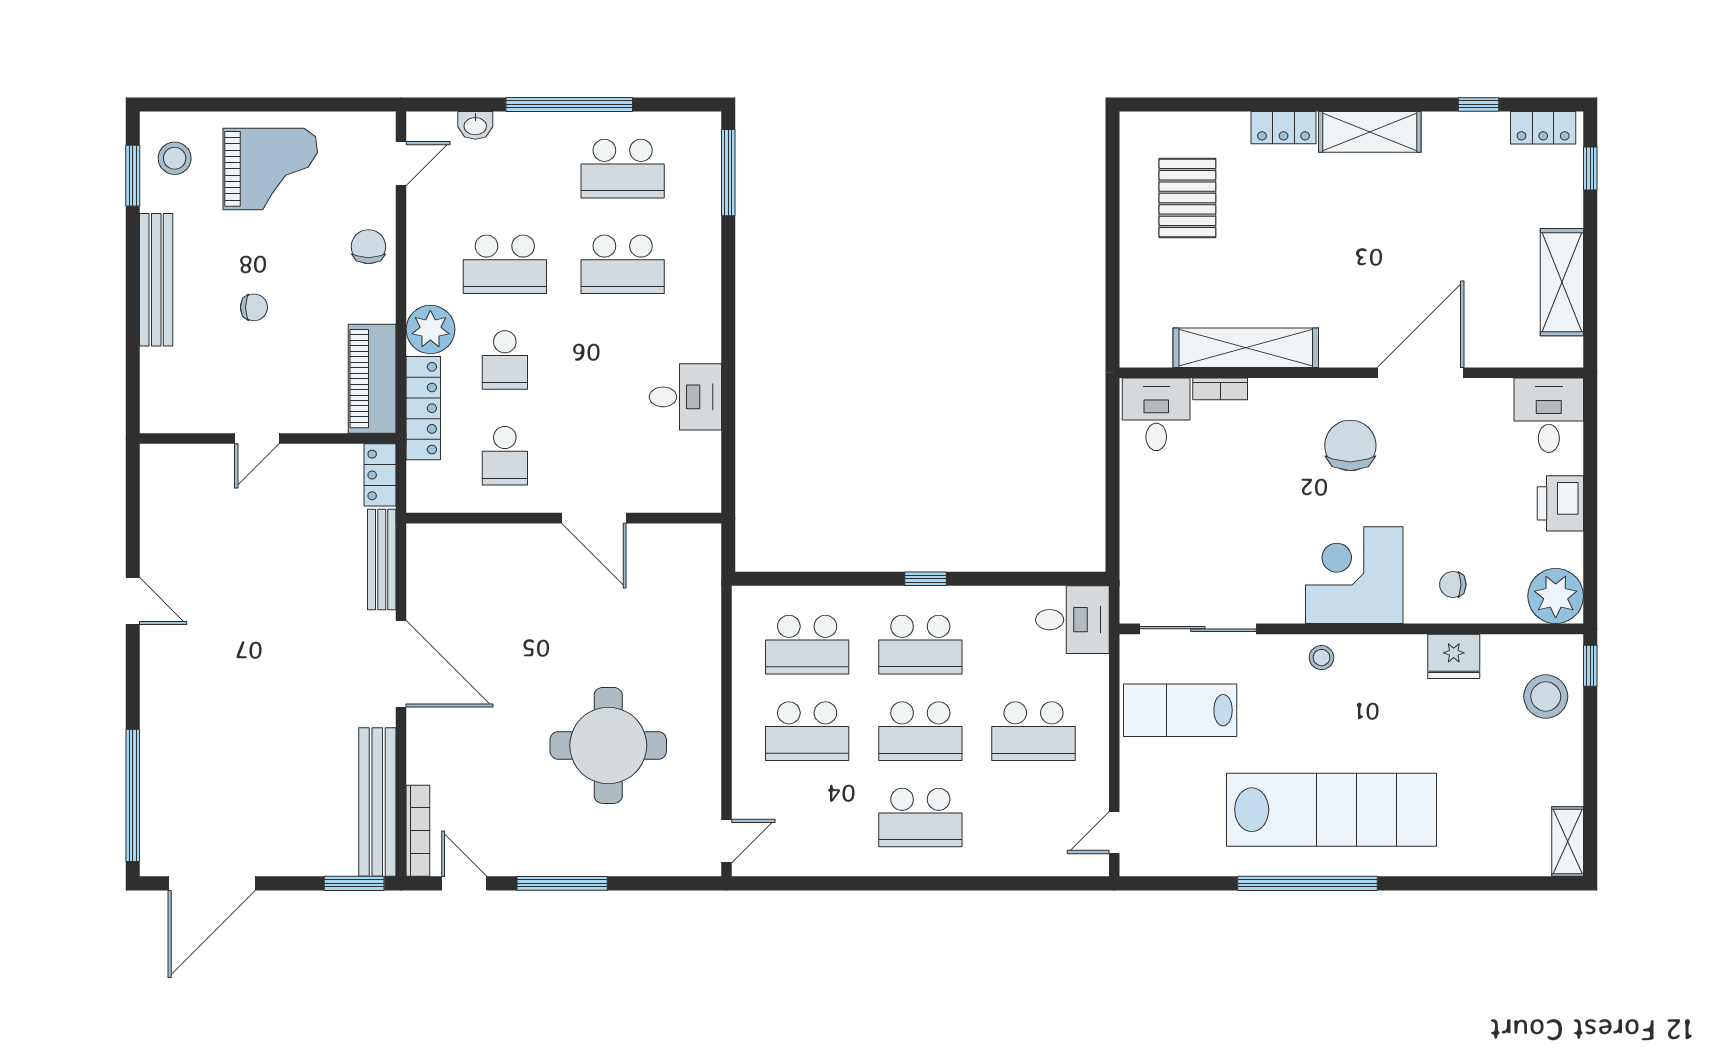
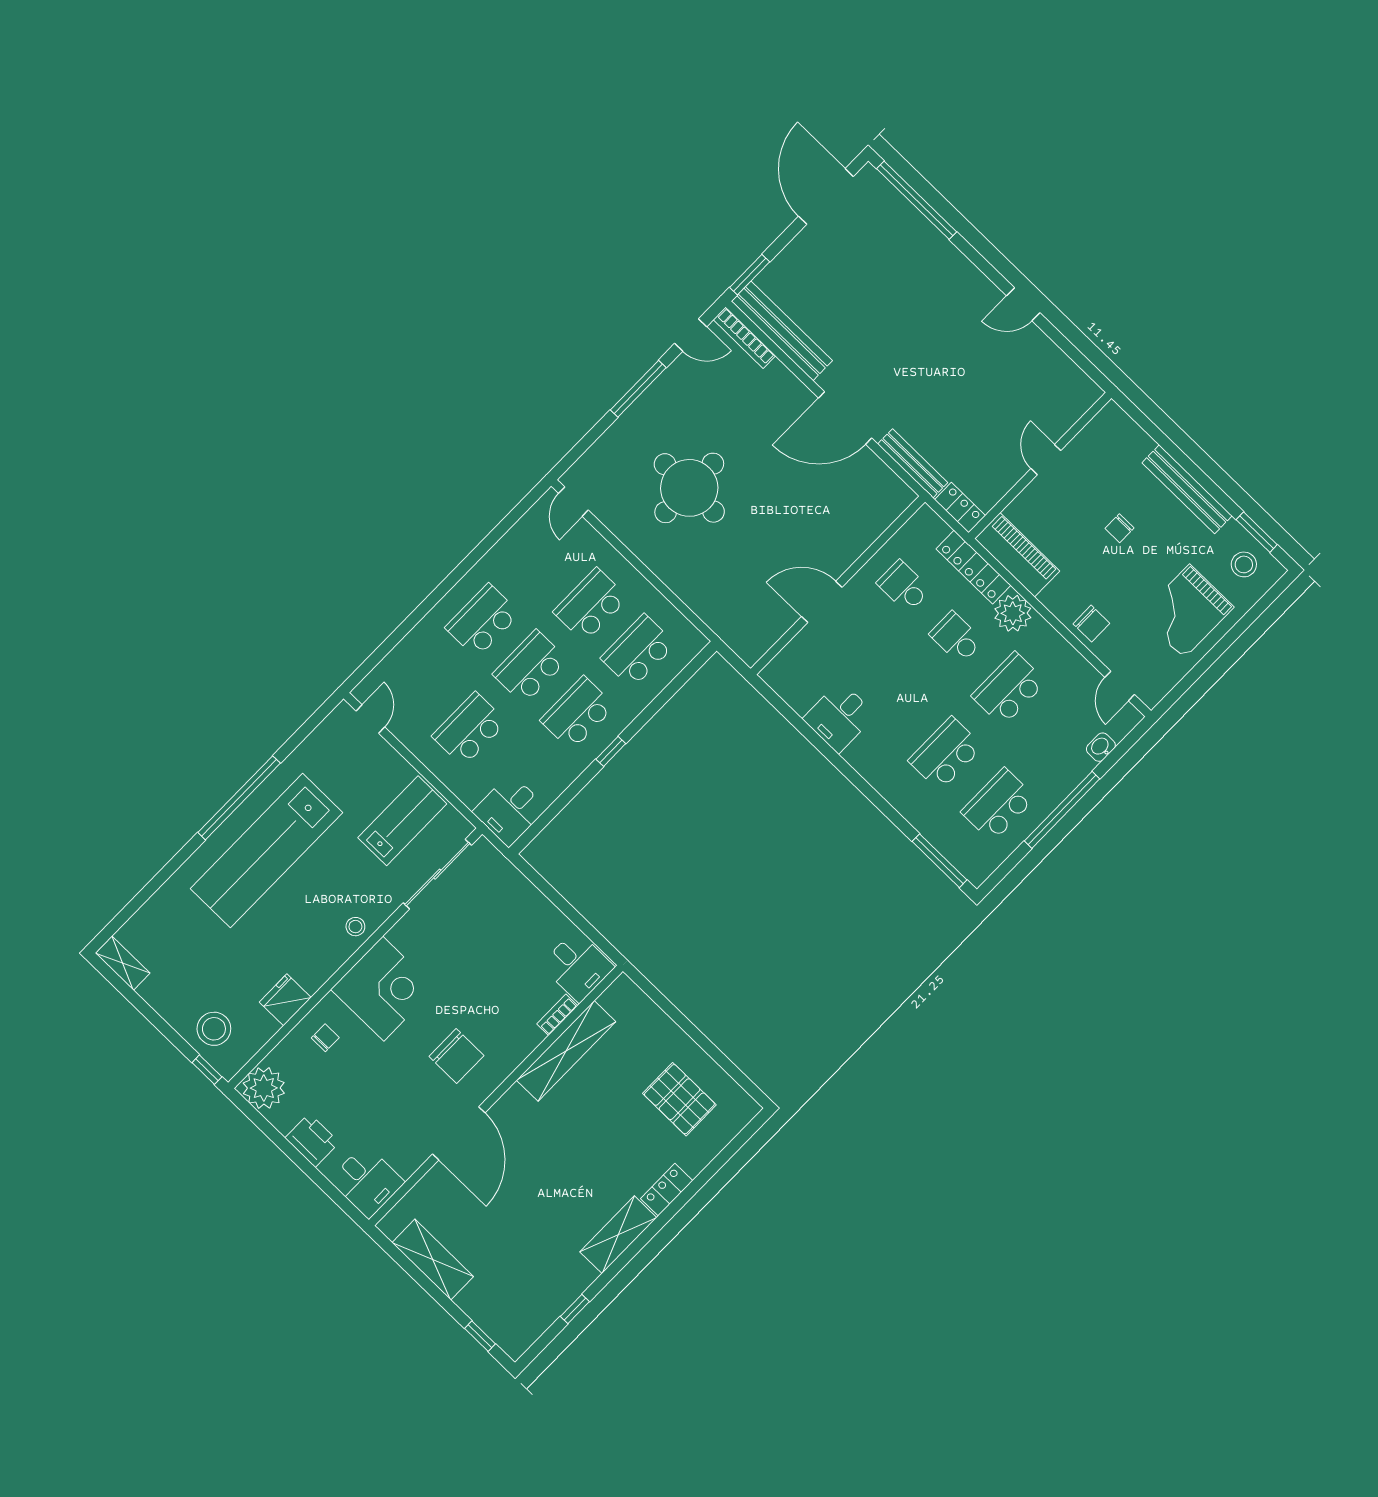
locker: (1543, 128) -> (528, 1332), removed

